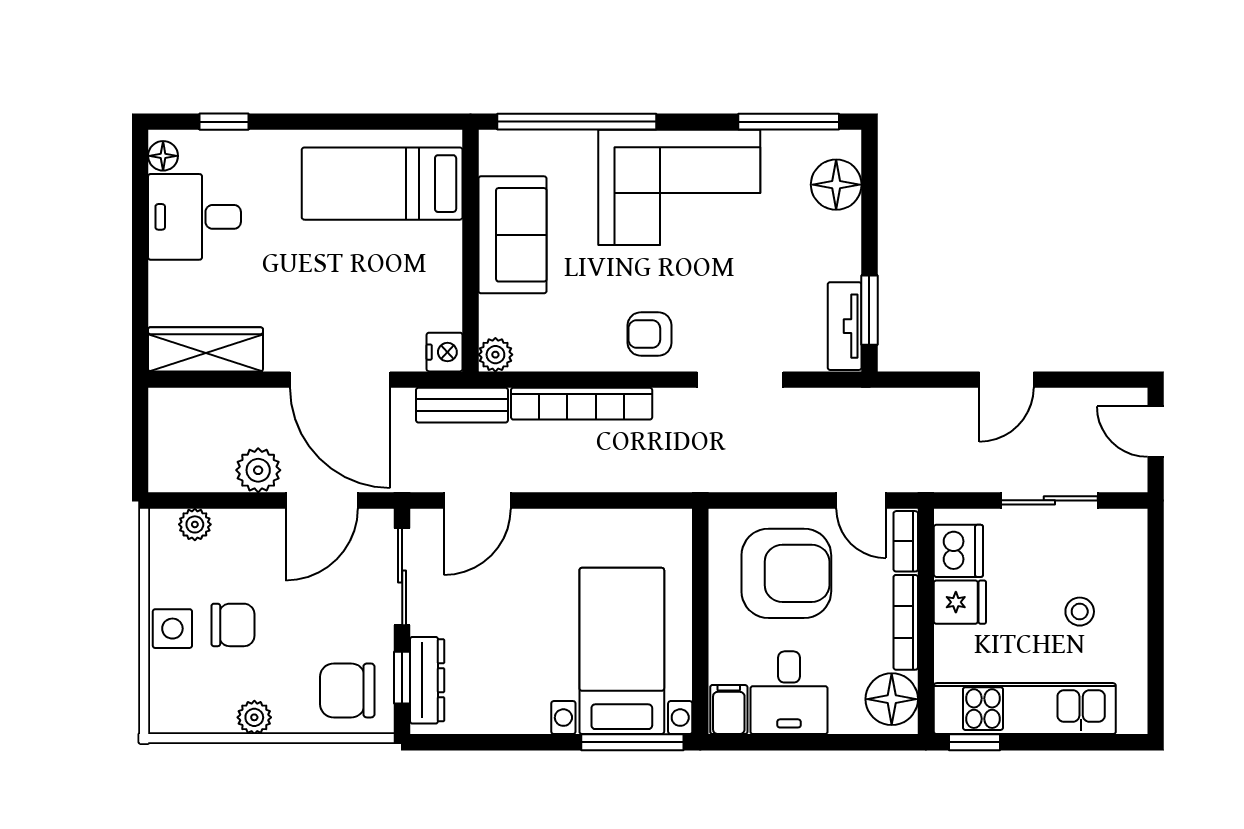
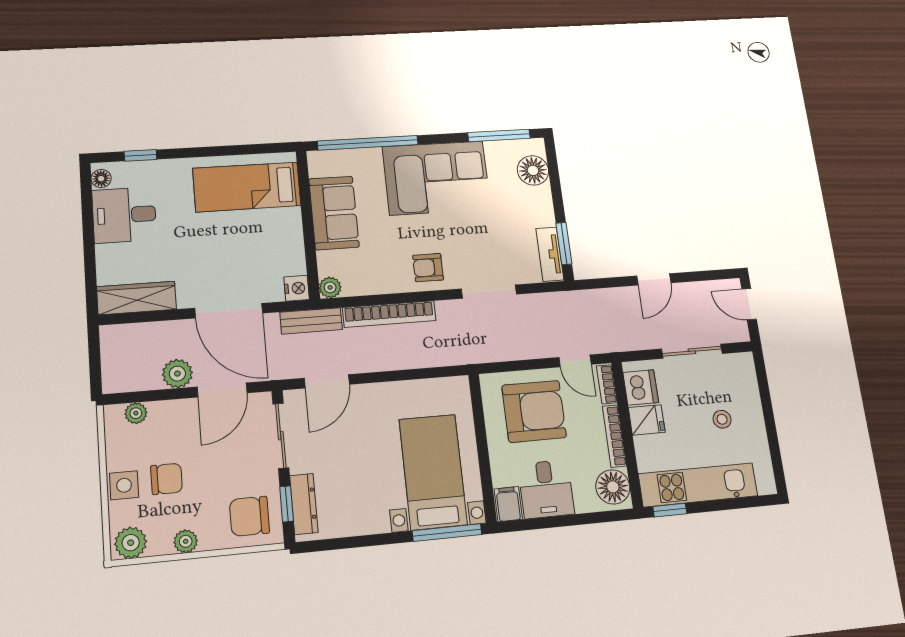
plant: (177, 712) -> (131, 543), added

